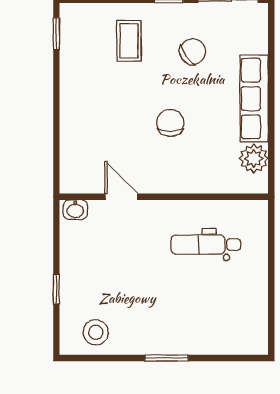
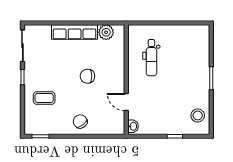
chair: (193, 52) -> (80, 121), moved
door: (121, 197) -> (126, 102), hinge flipped

